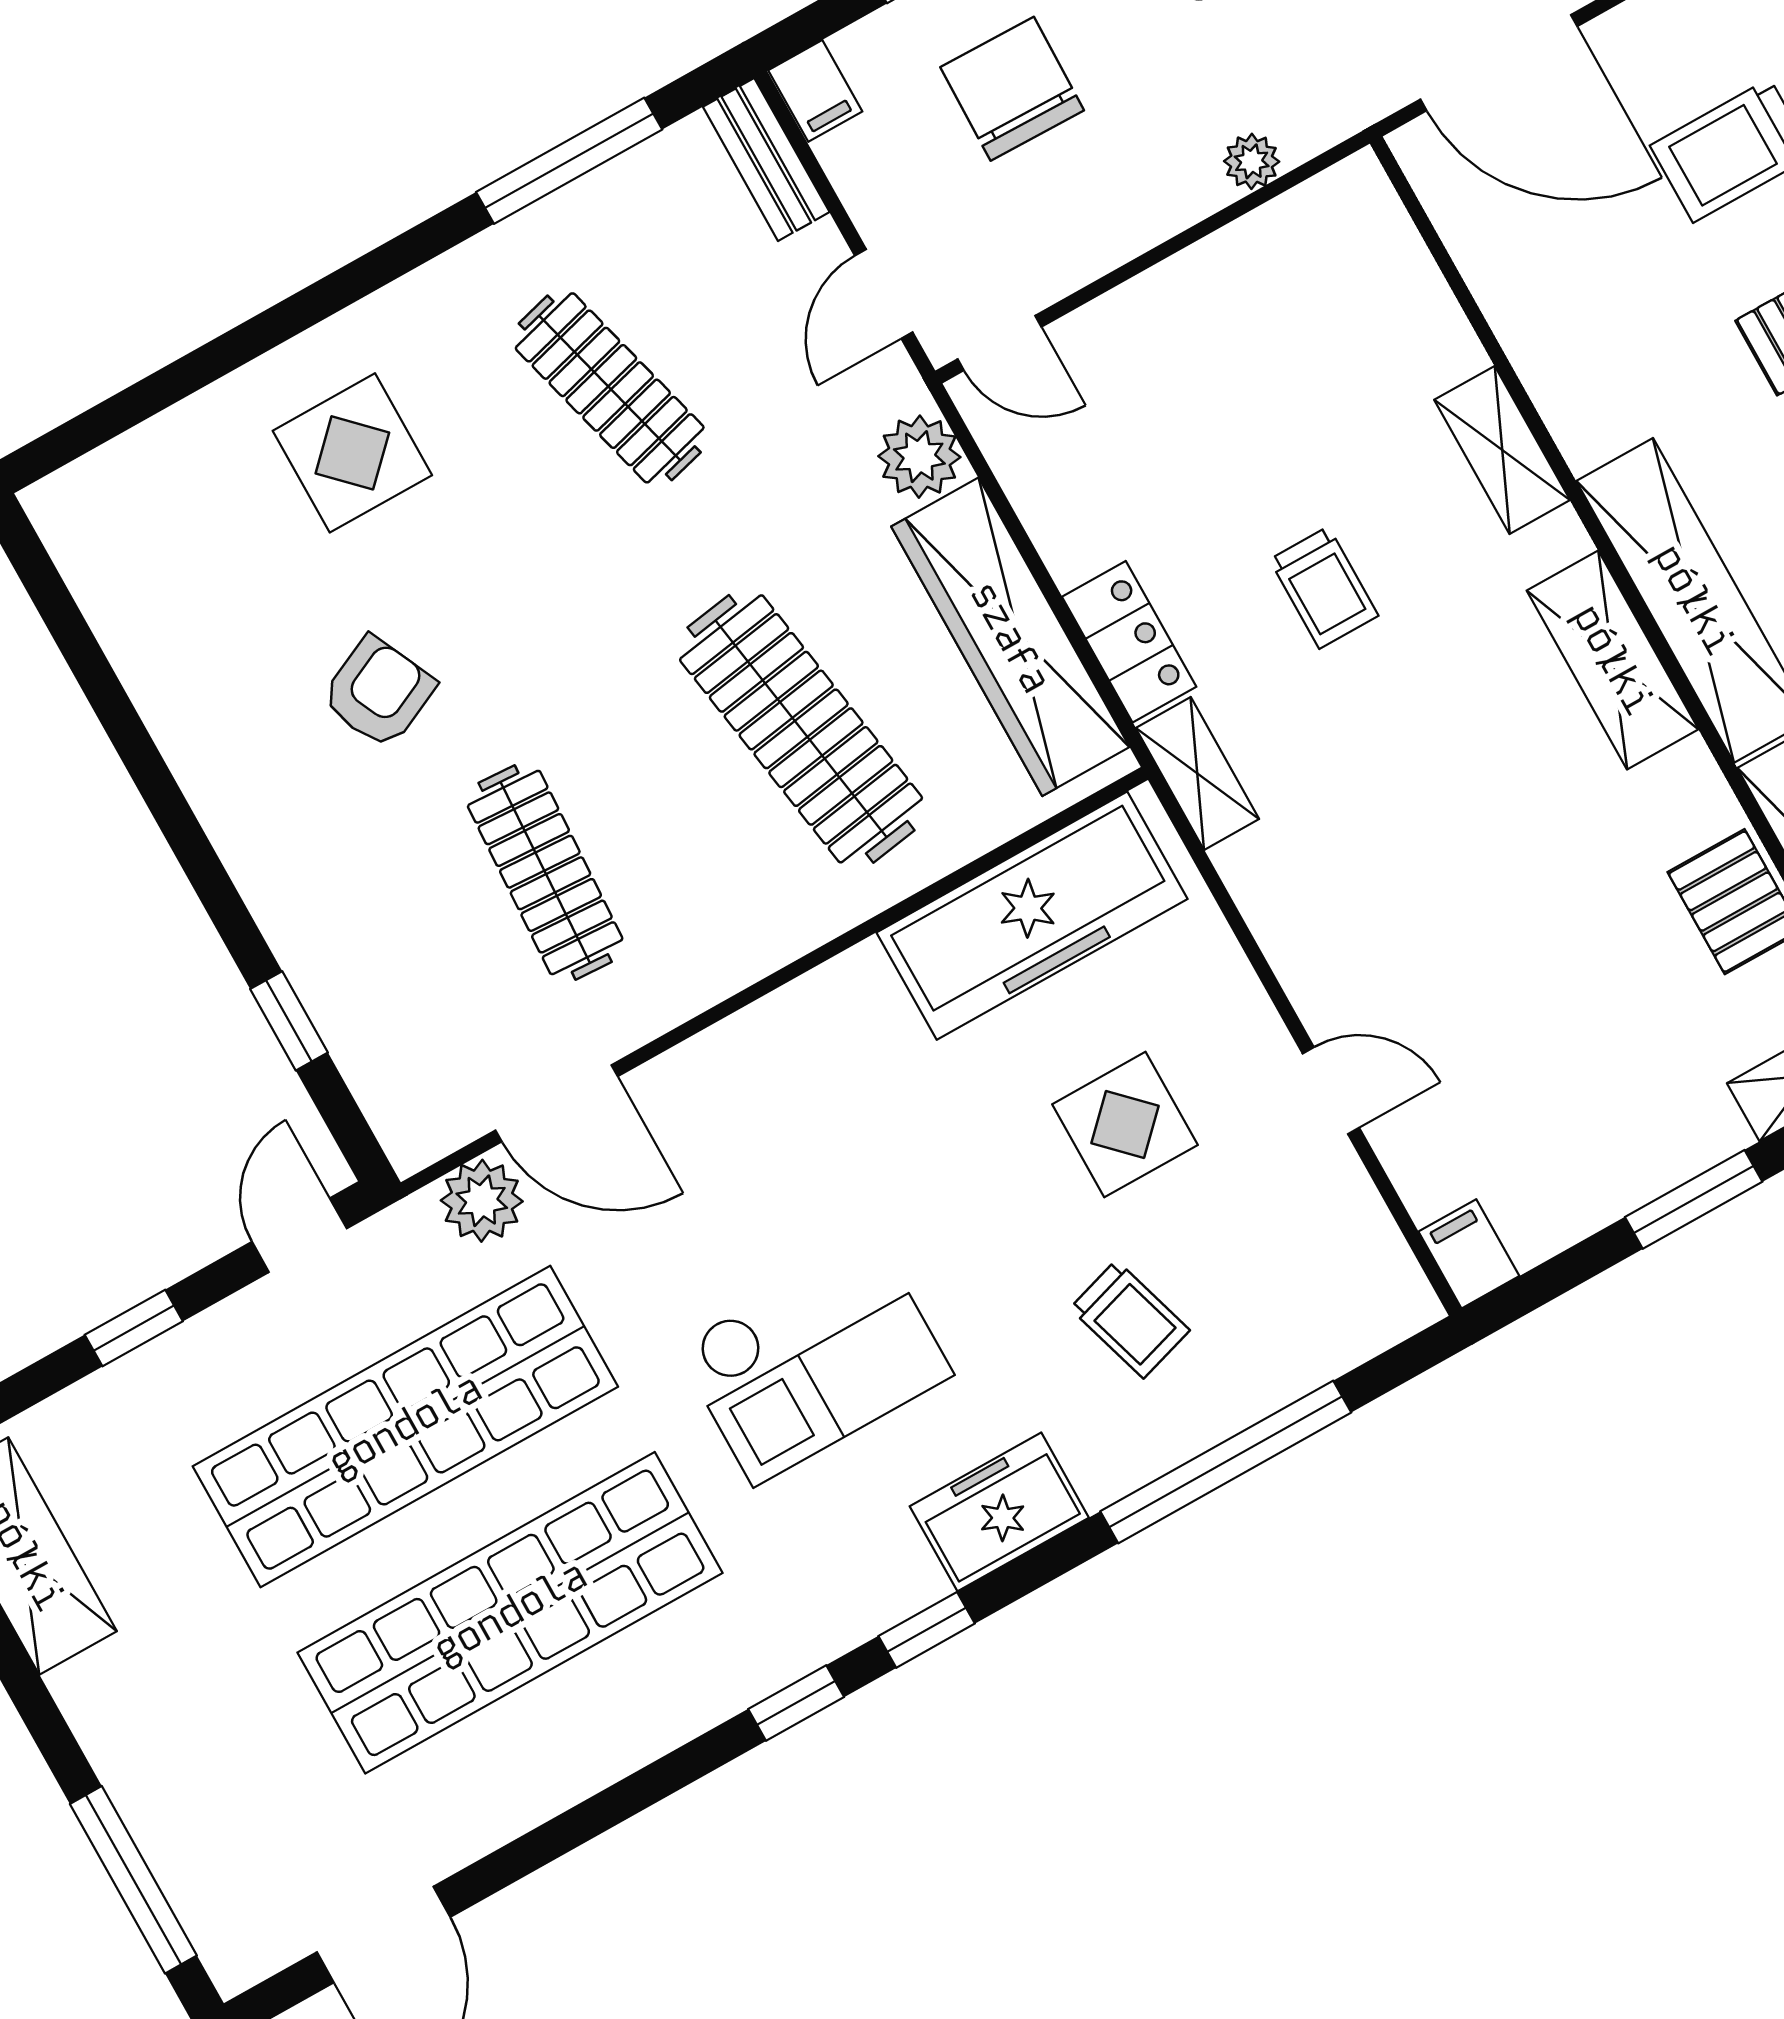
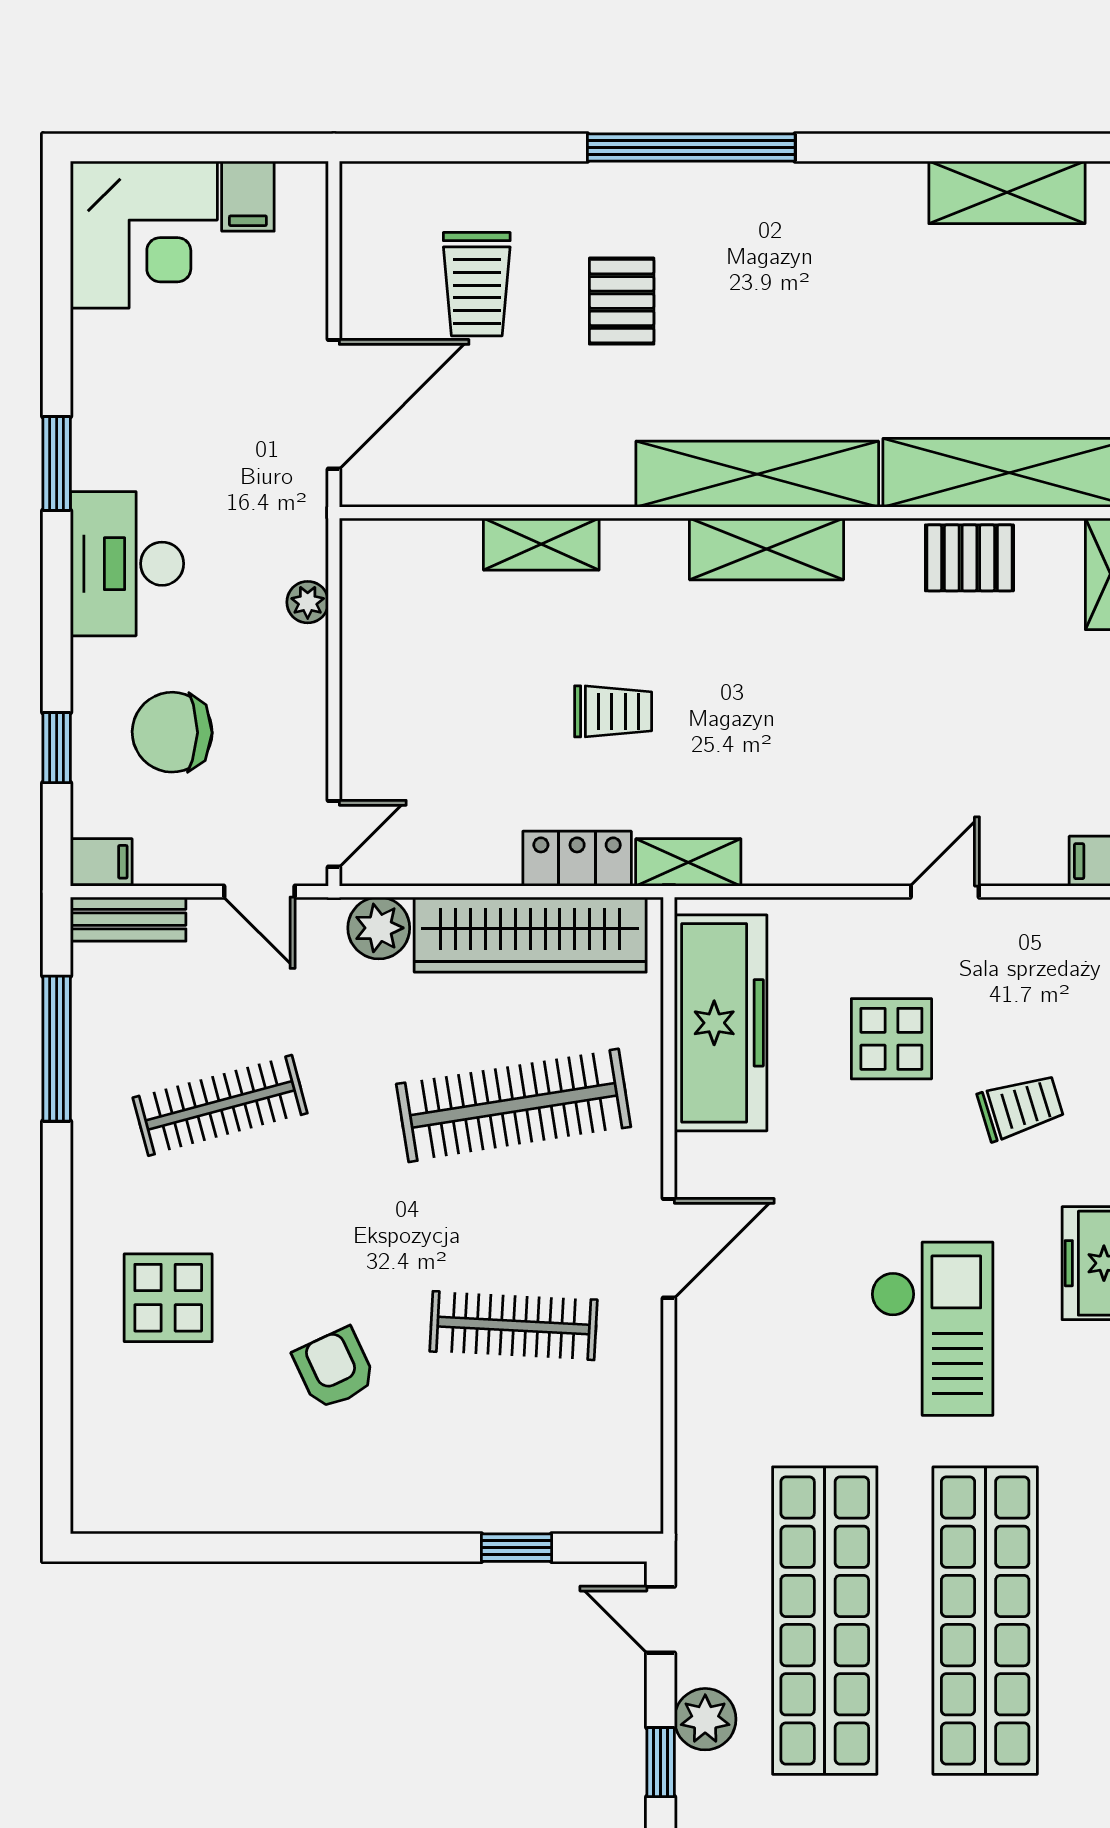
shelving: (1502, 450) -> (541, 544), moved
door: (556, 1103) -> (669, 1248), moved
plant: (482, 1201) -> (705, 1719), moved

